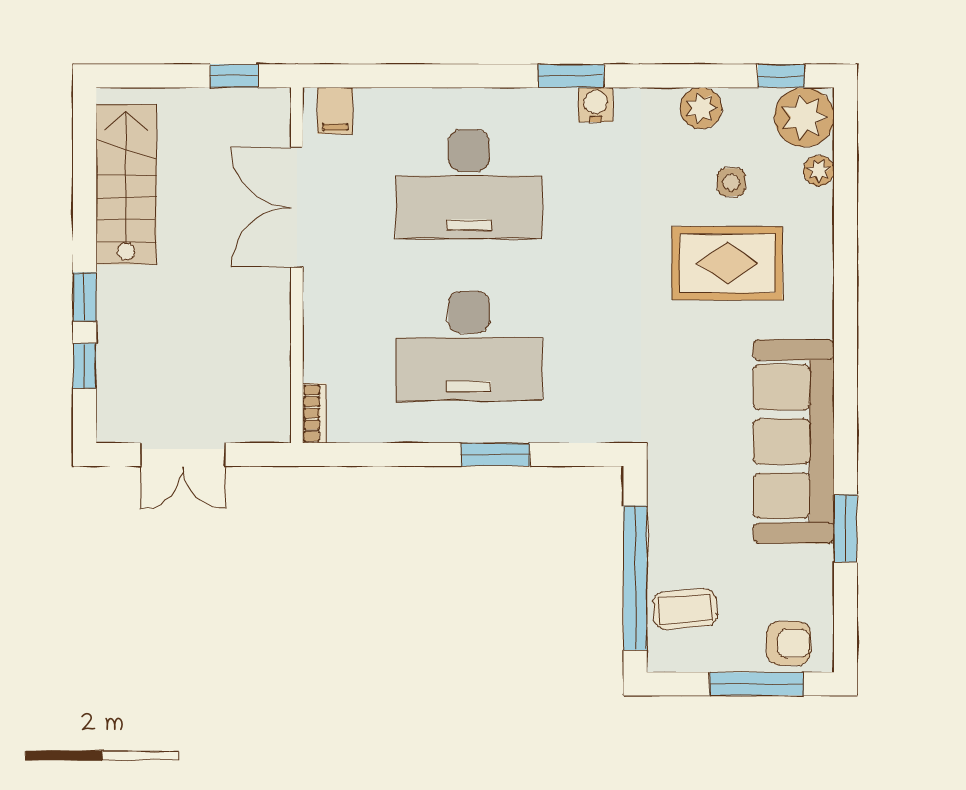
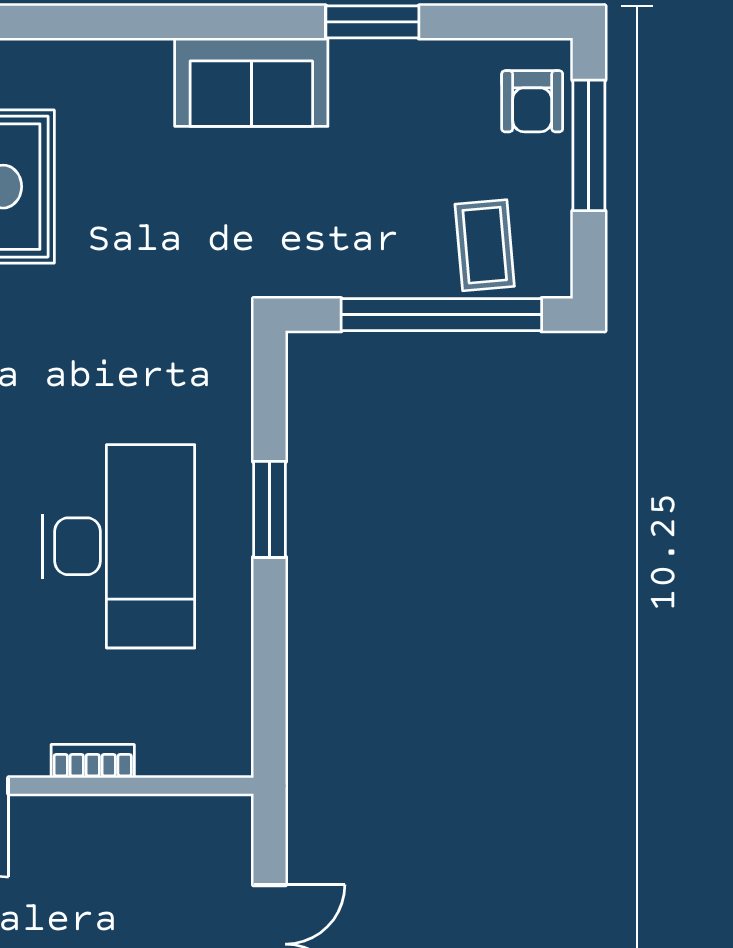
bookcase: (314, 413) -> (93, 761), moved
sofa: (794, 441) -> (251, 82), width x0.54, depth x0.79
armchair: (788, 643) -> (532, 101), turned 180

